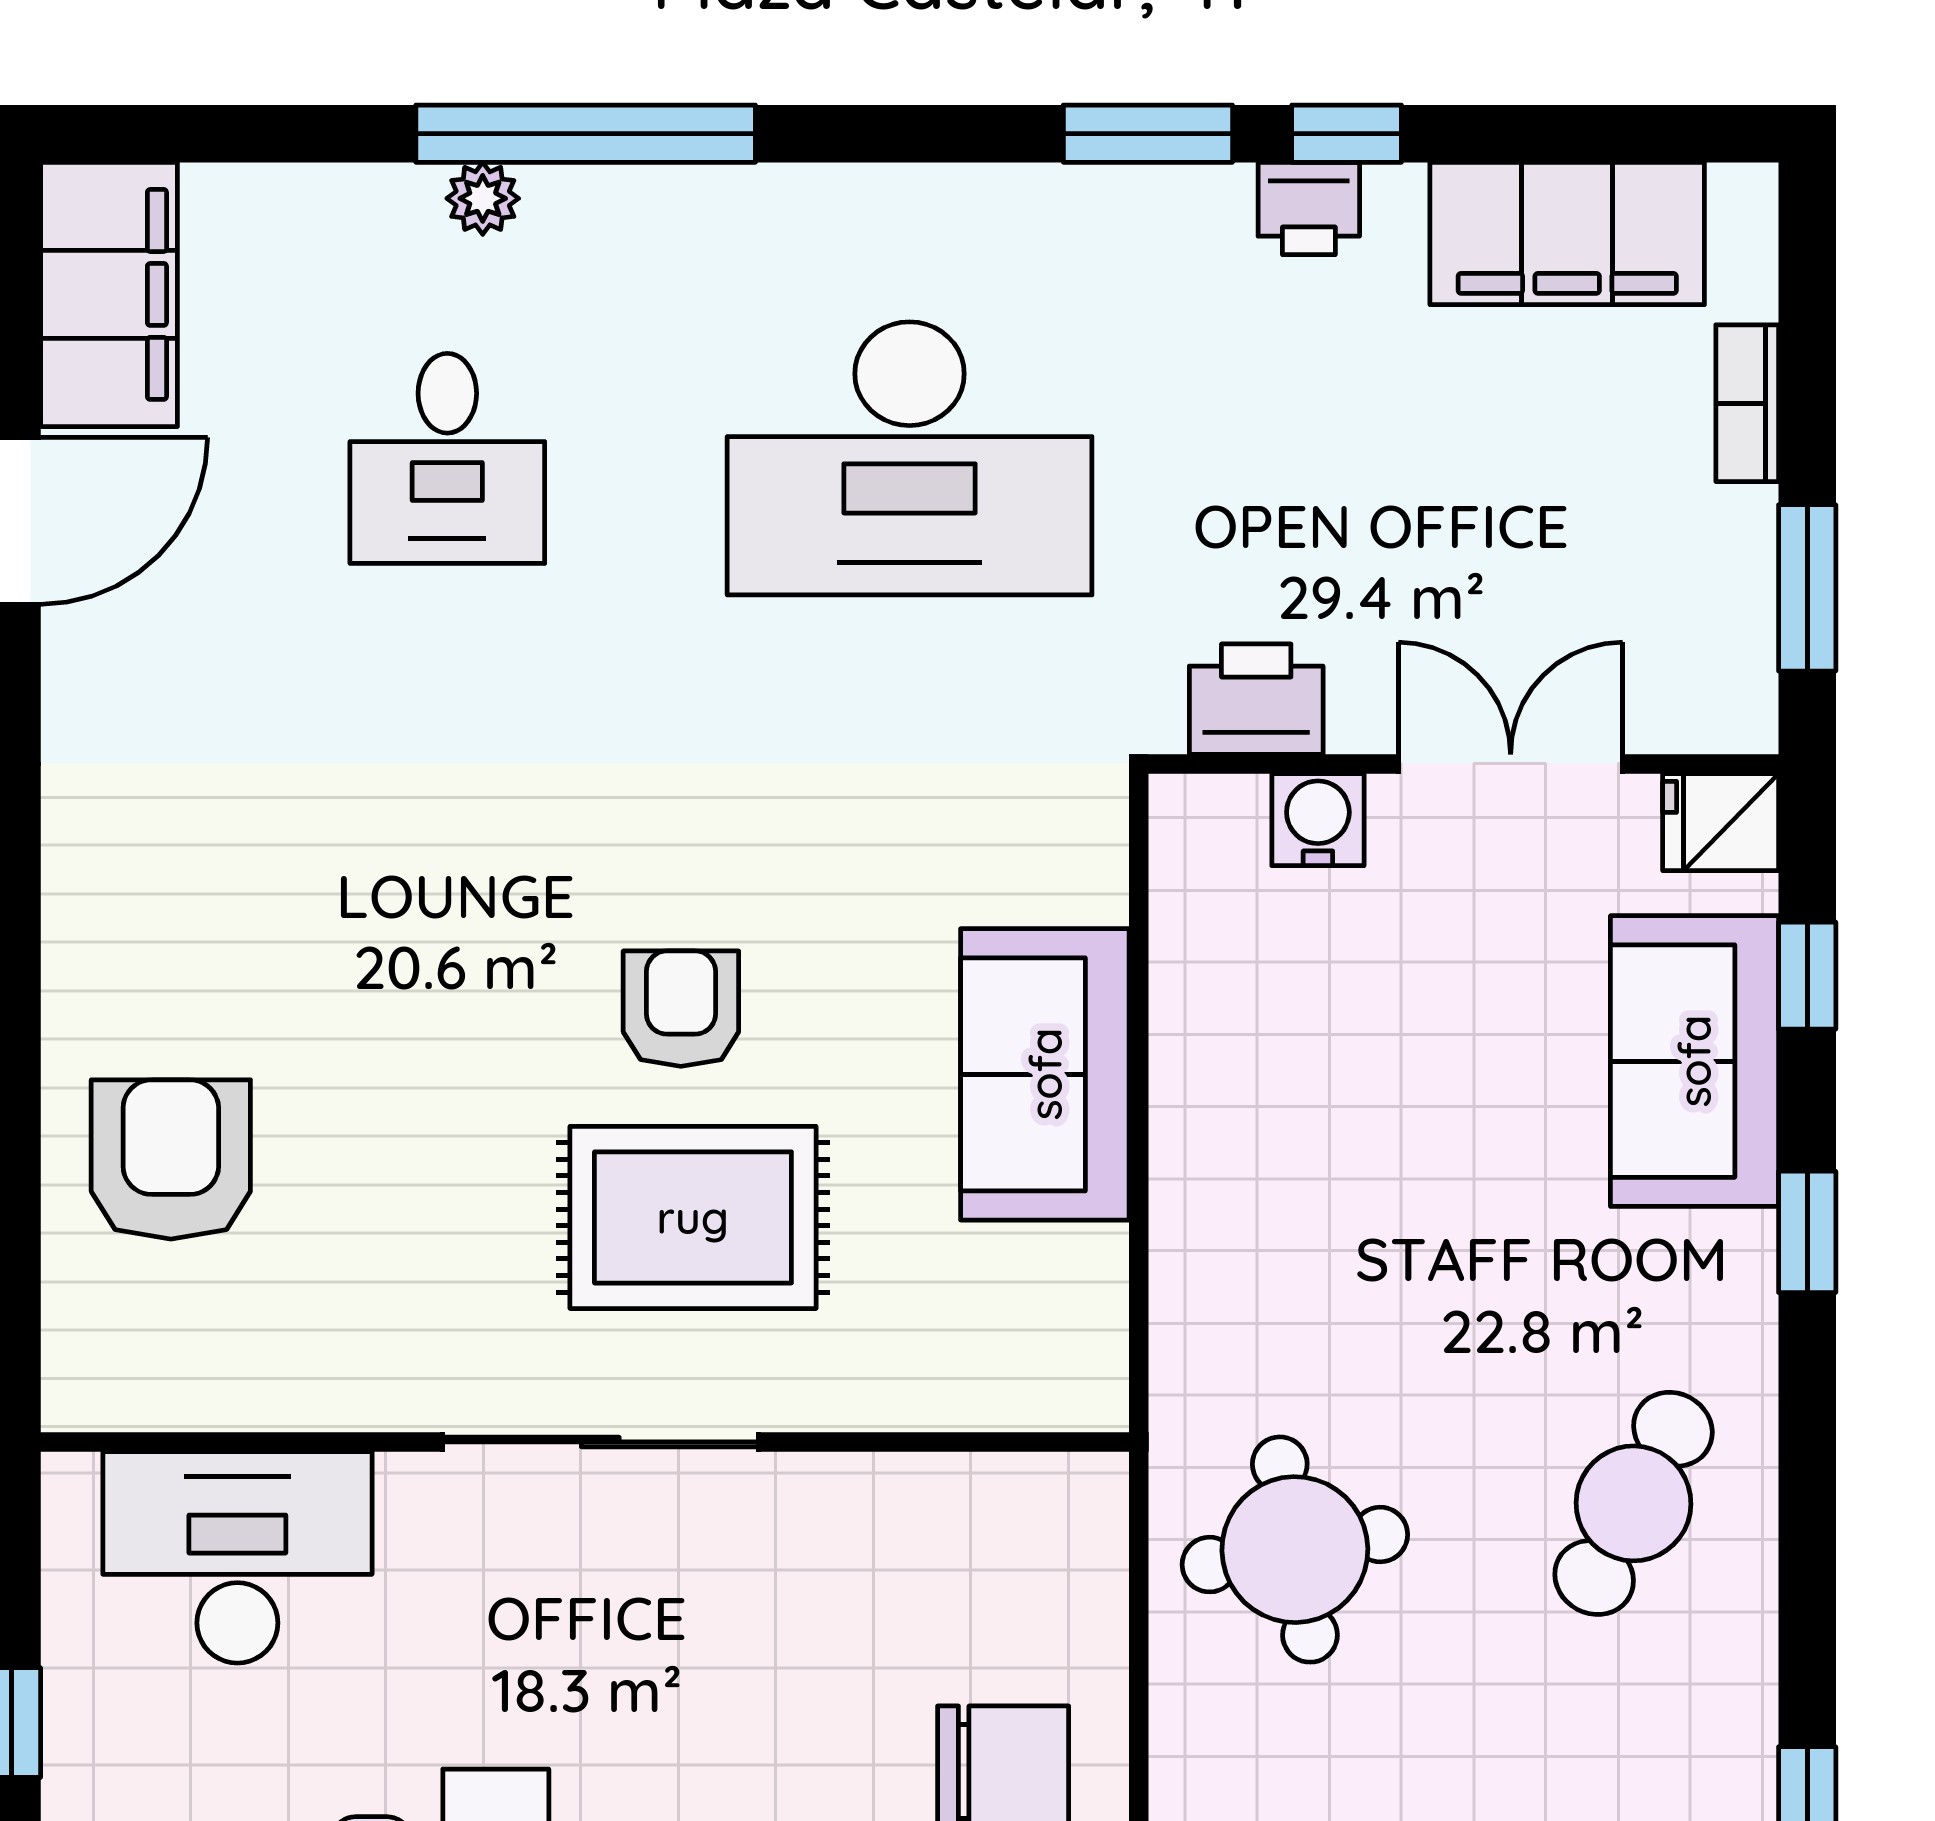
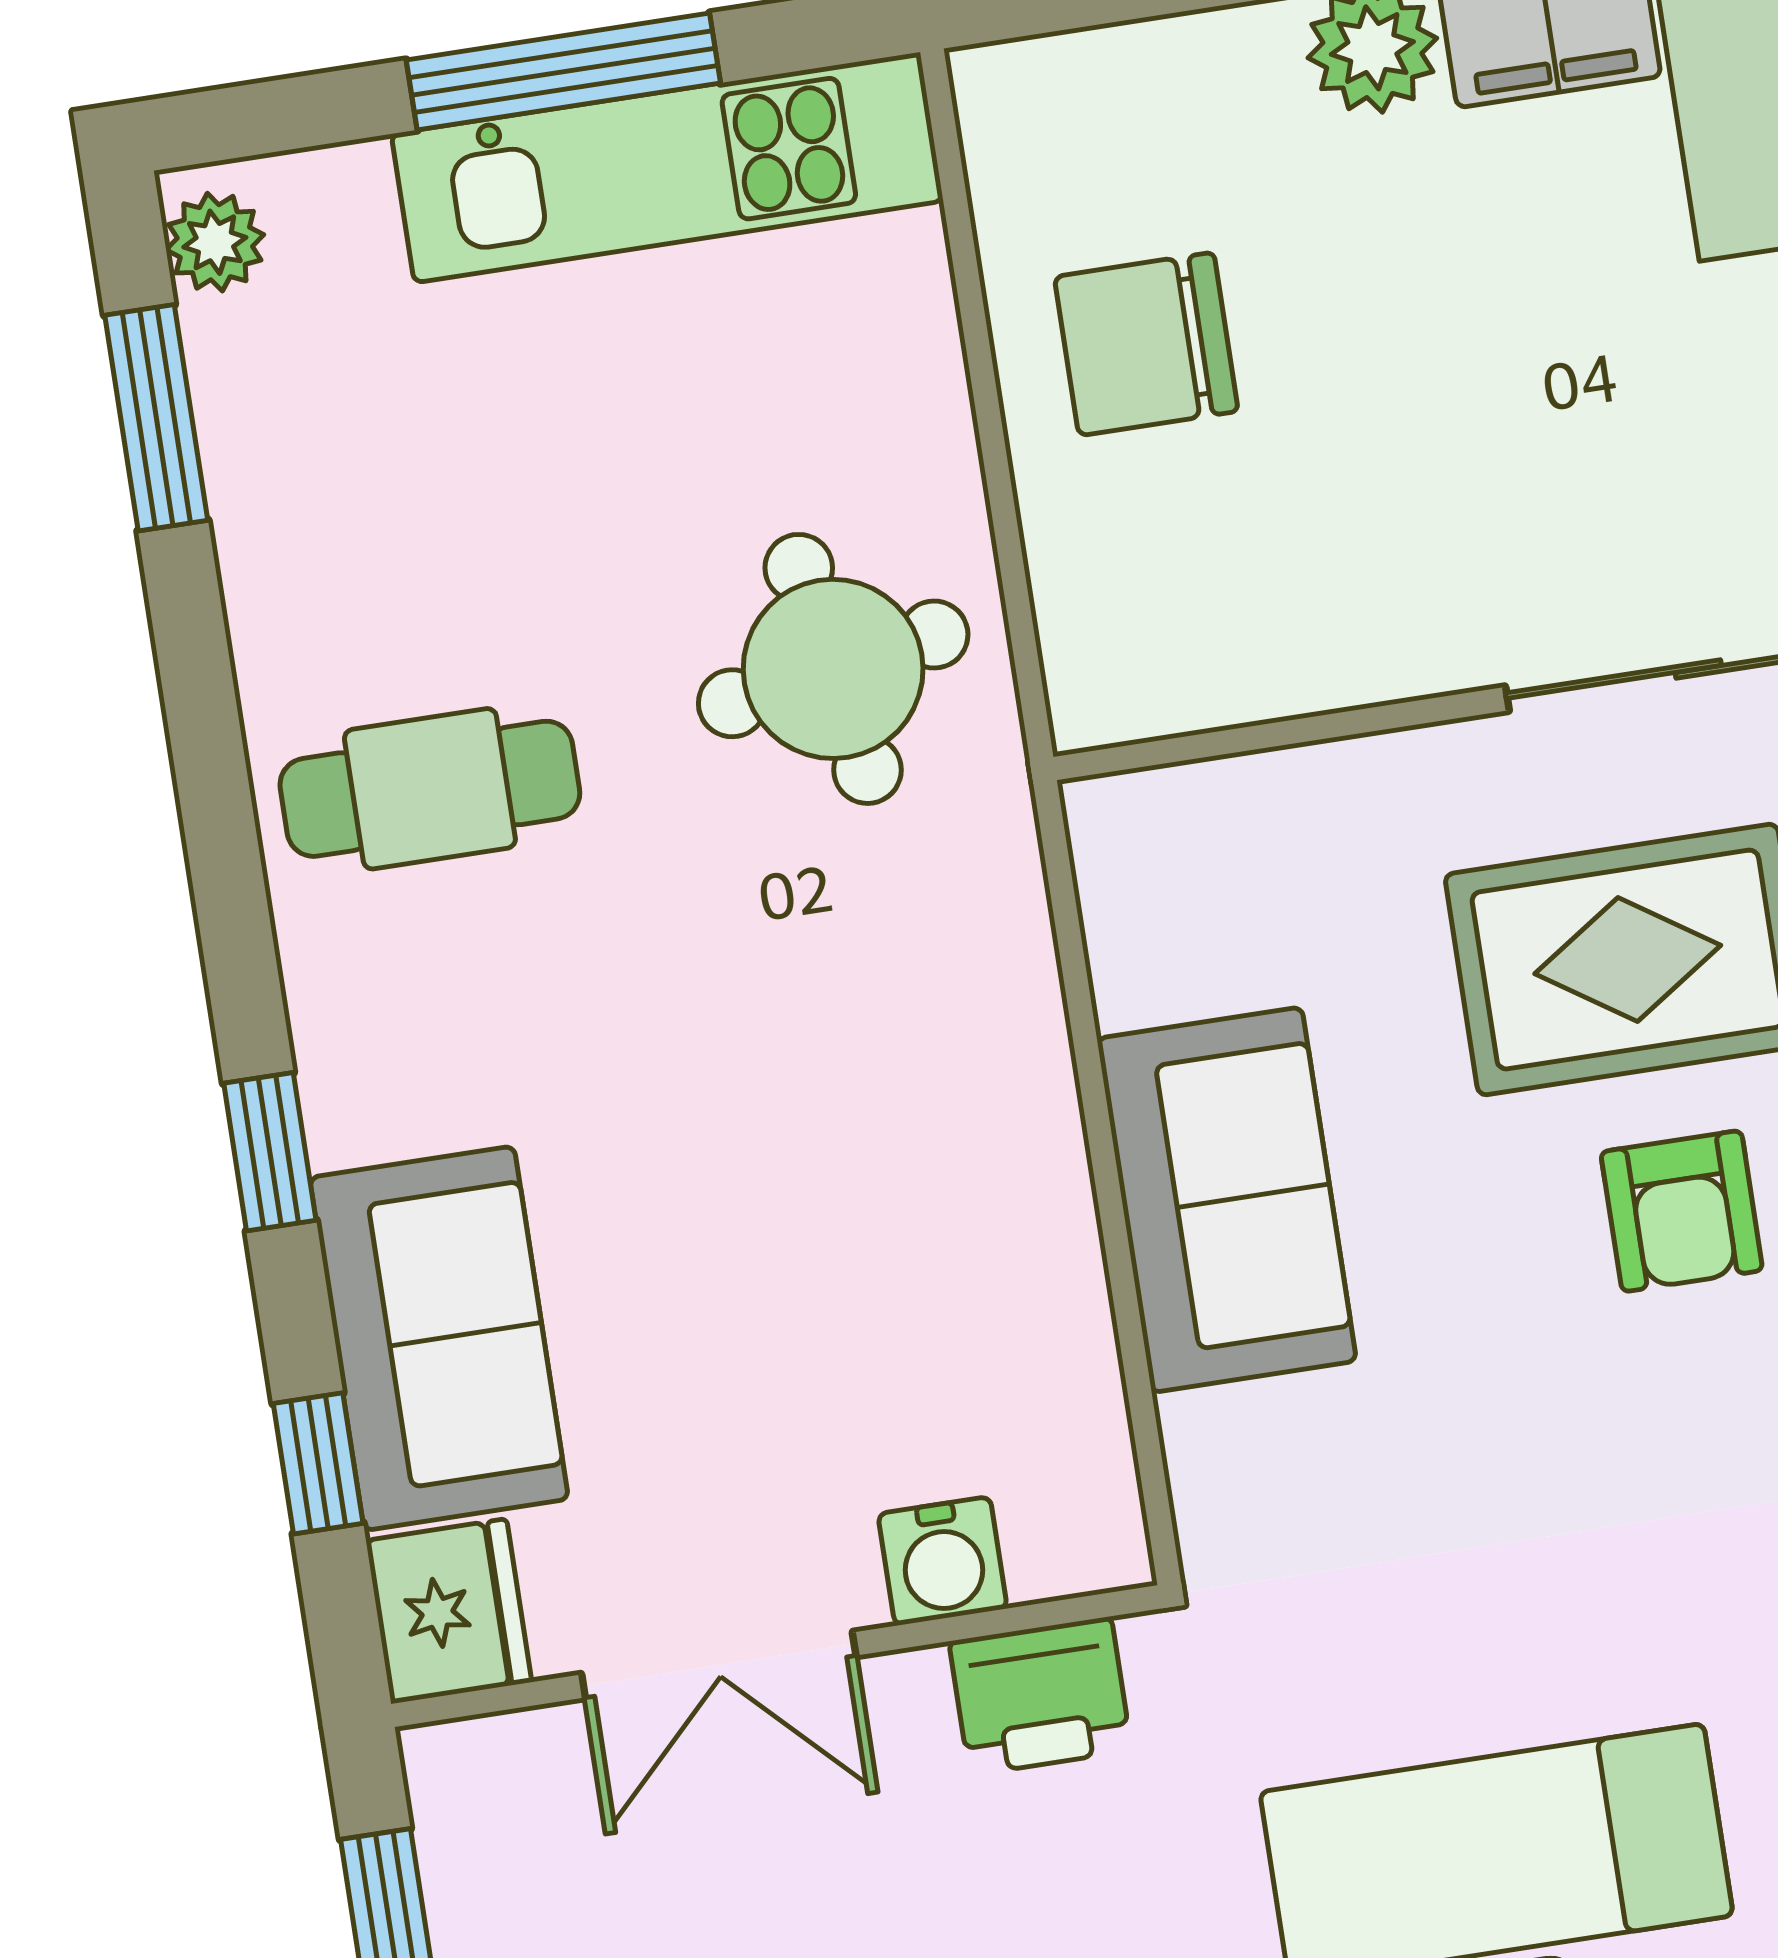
fridge: (1721, 822) -> (449, 1611), width x1.38
cafe table: (1634, 1503) -> (430, 789), turned 62

